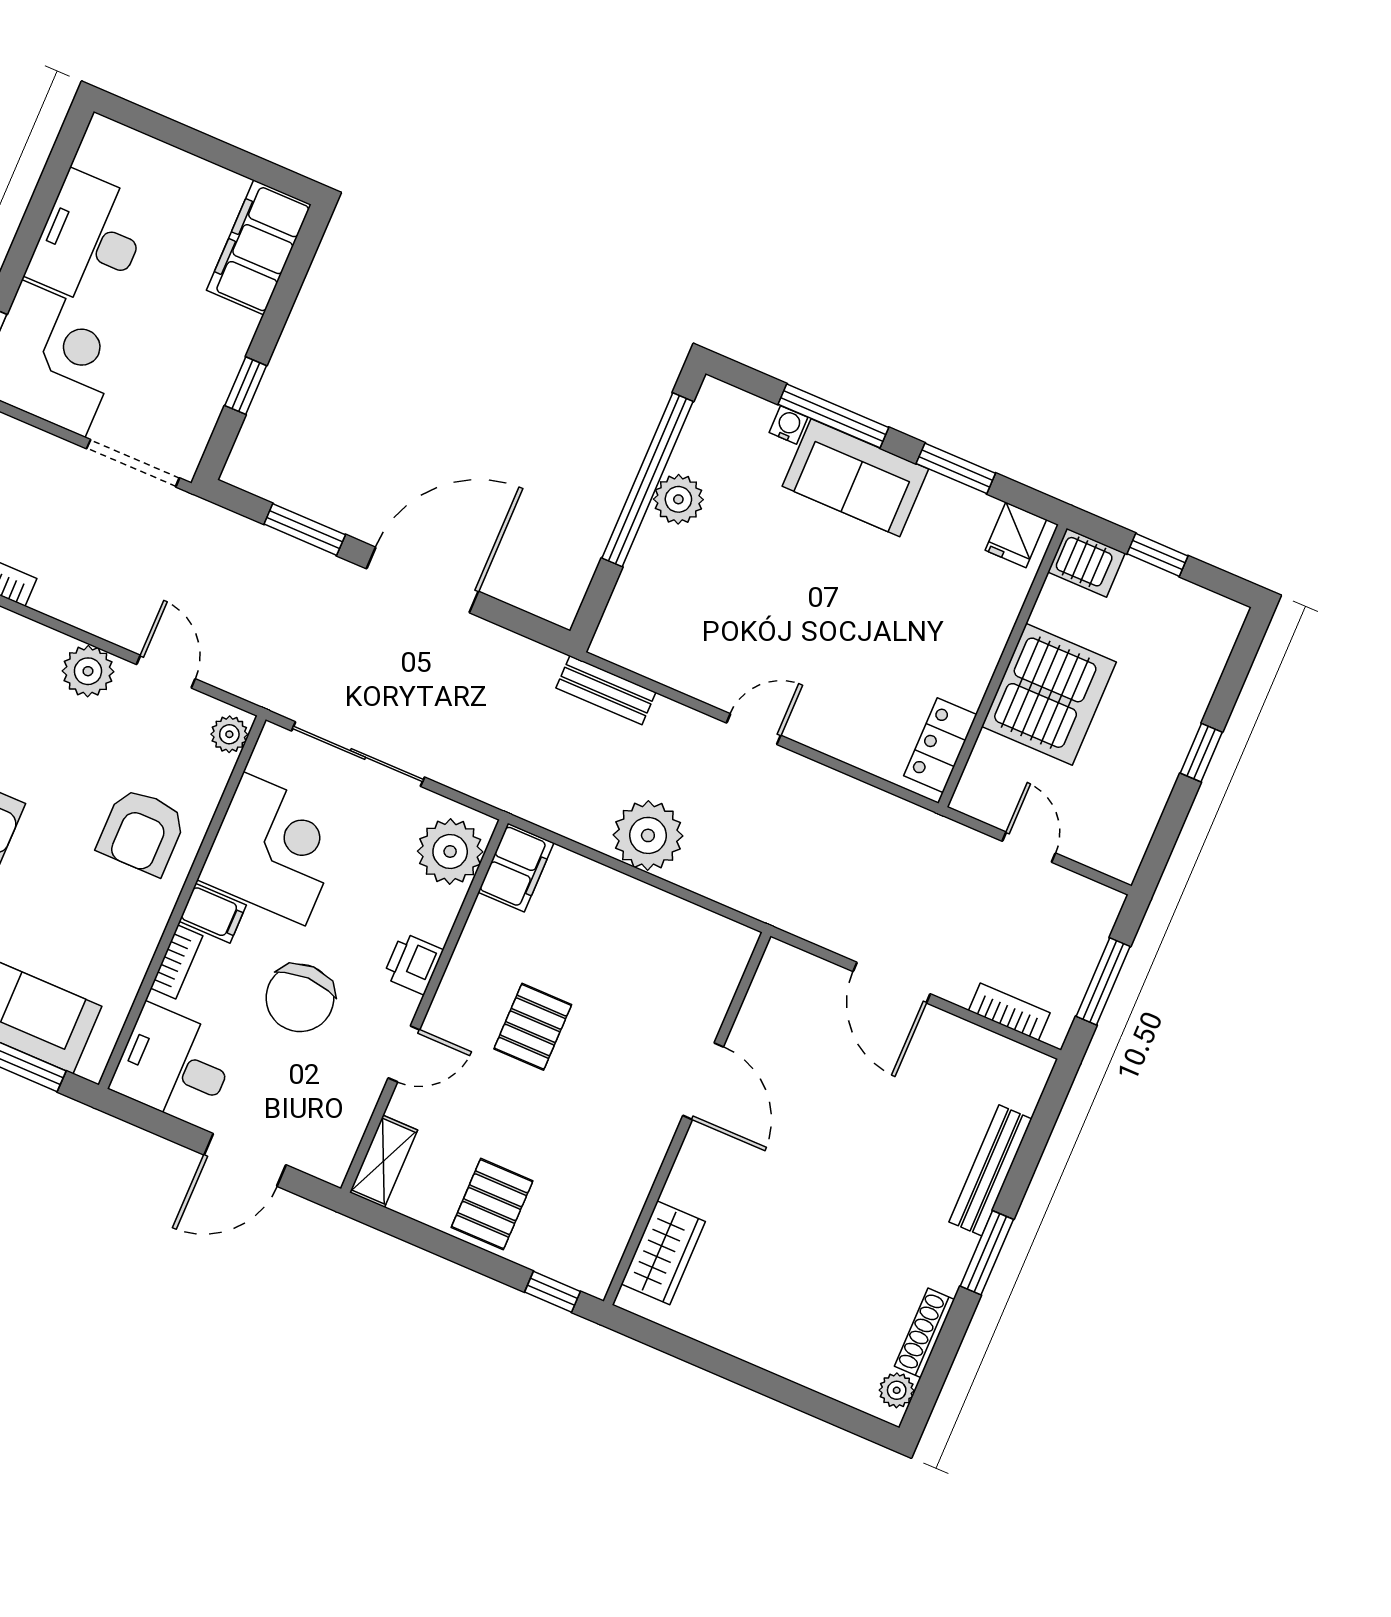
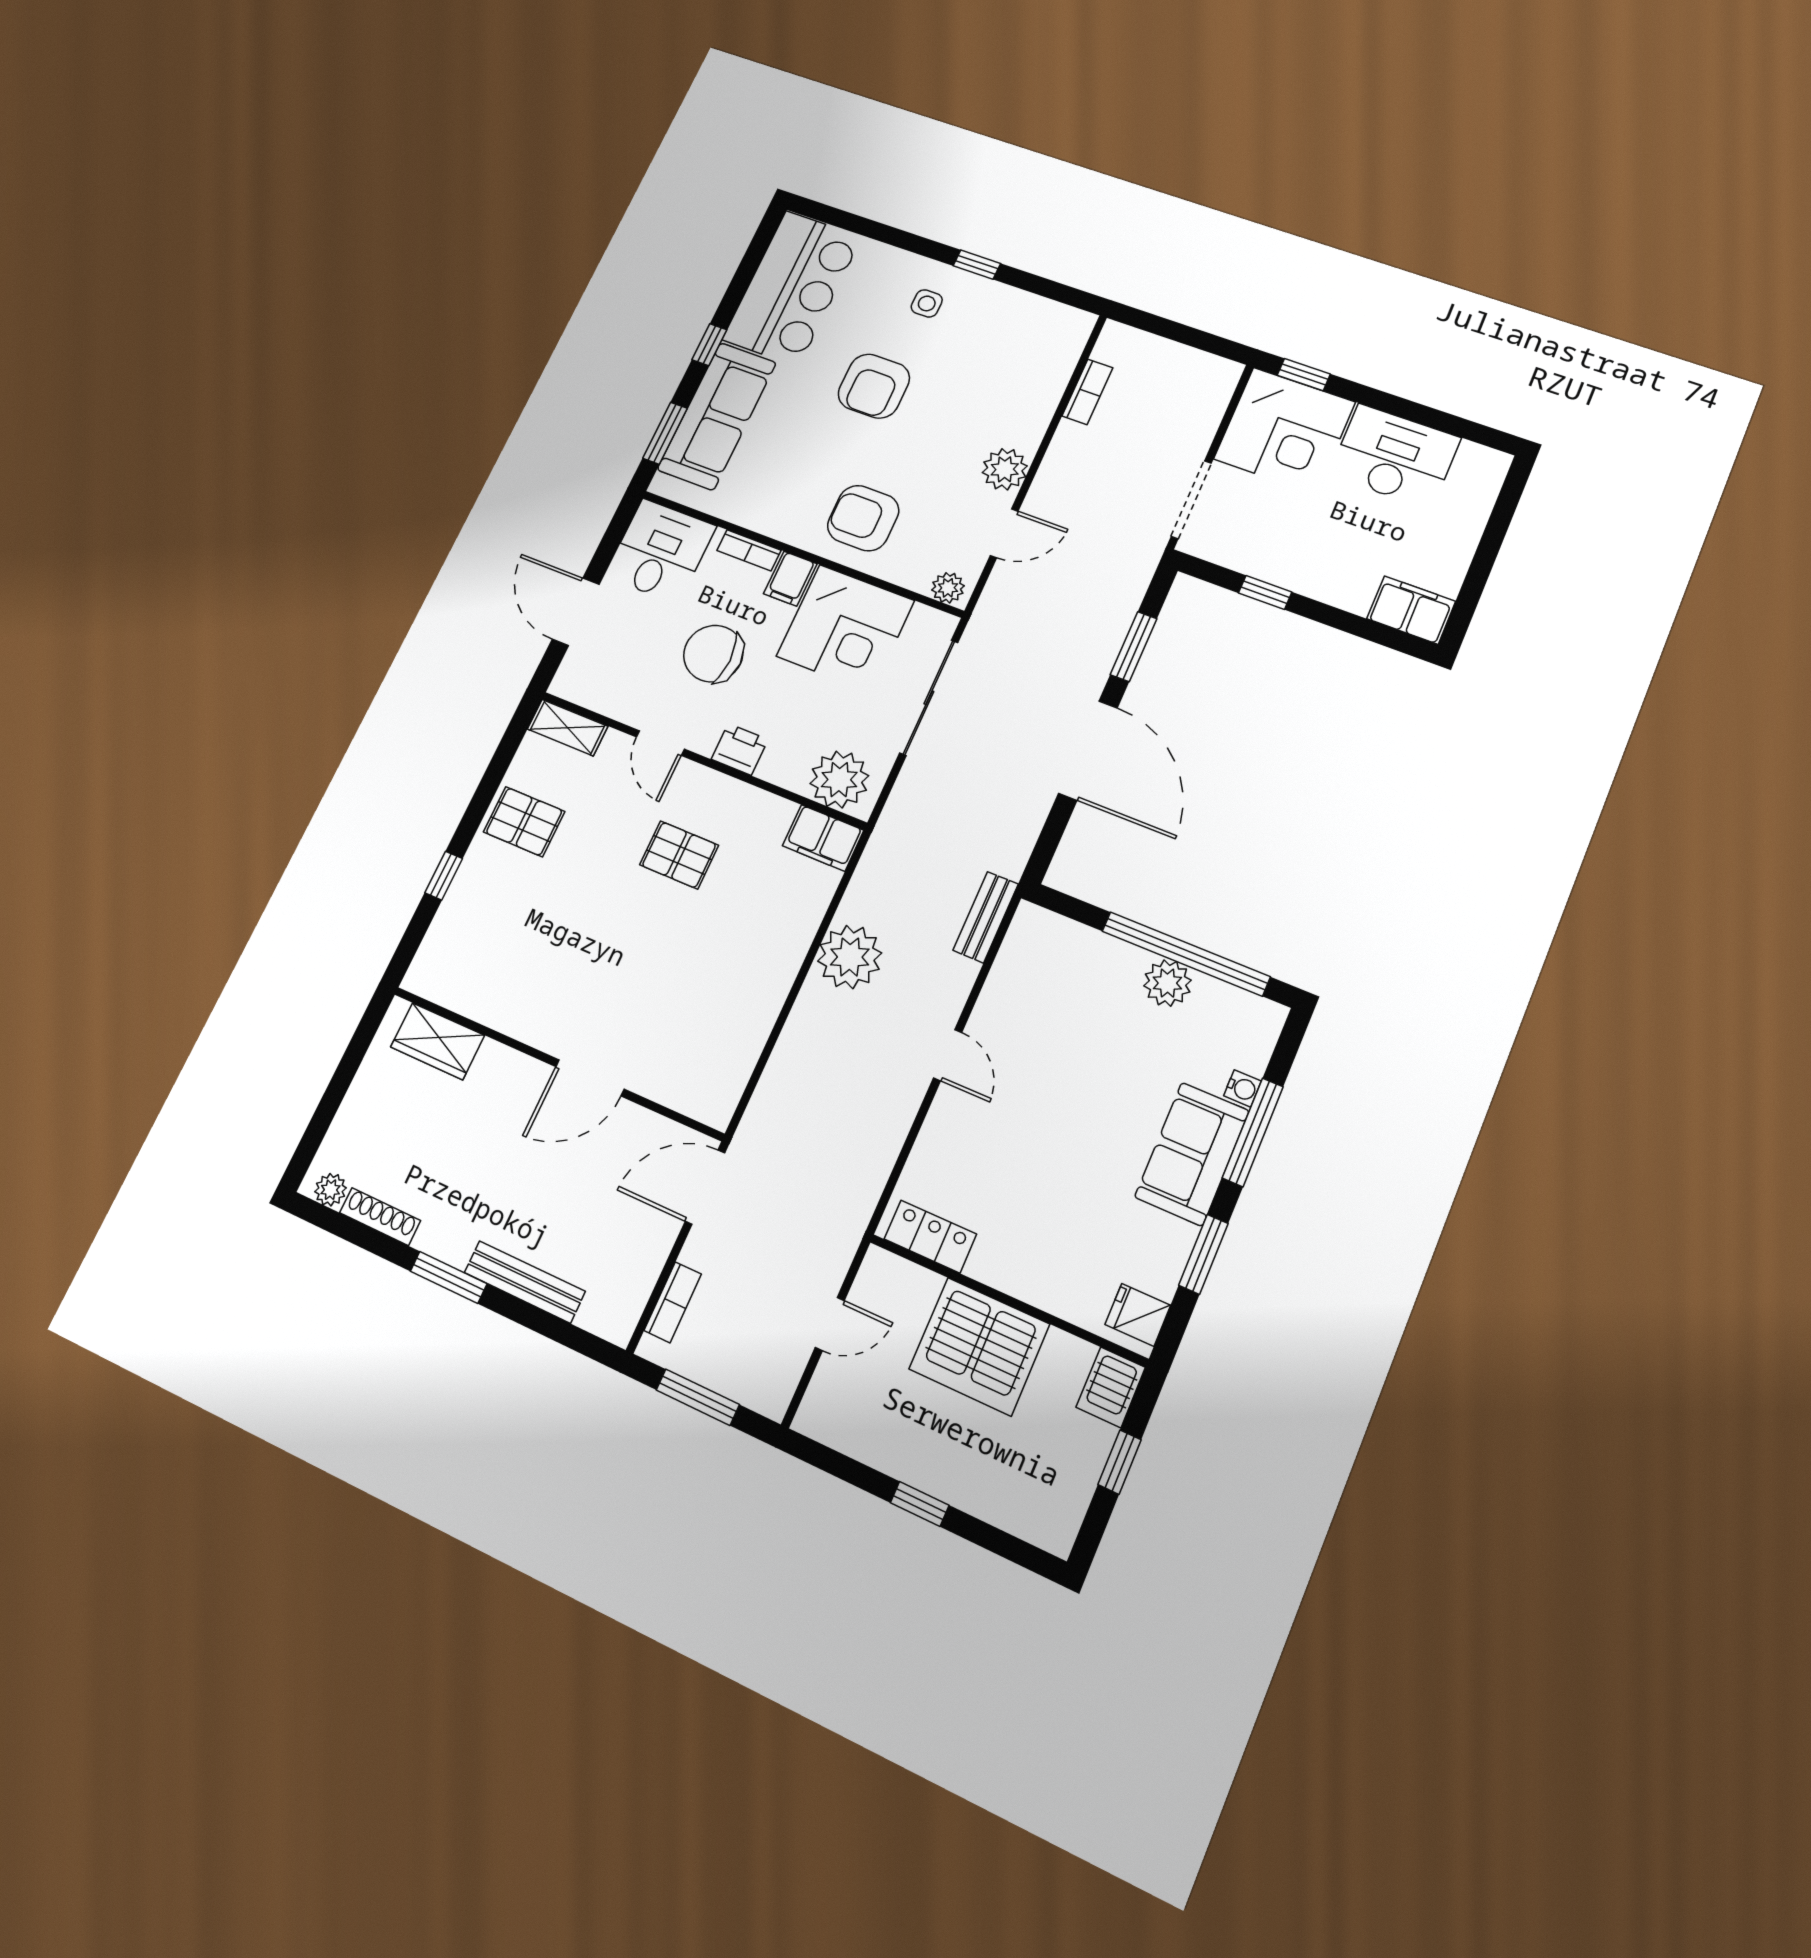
filing cabinet: (259, 247) -> (1411, 610), width x0.67, depth x0.86
door: (703, 1081) -> (590, 1078), moved
wall: (687, 1119) -> (557, 1063), moved
wardrobe: (663, 1253) -> (437, 1041), moved

